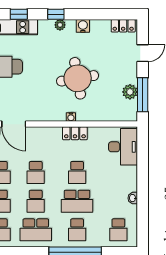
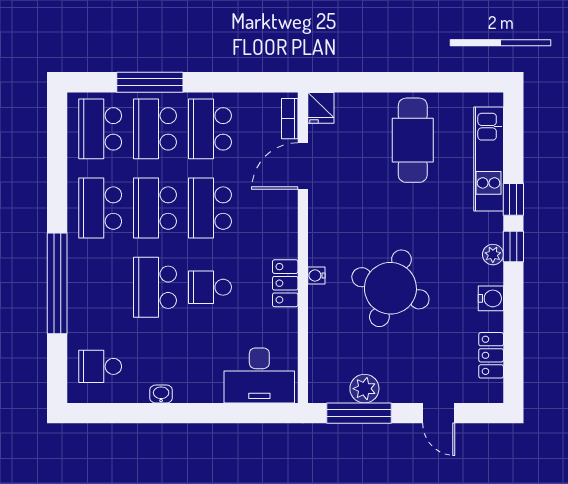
window: (19, 14) -> (513, 199), moved
locker: (123, 26) -> (491, 355), moved
round table: (78, 78) -> (390, 288), turned 31
school desk: (36, 173) -> (210, 208), width x1.85
school desk: (36, 201) -> (155, 208), width x1.85
school desk: (77, 230) -> (100, 287), removed

